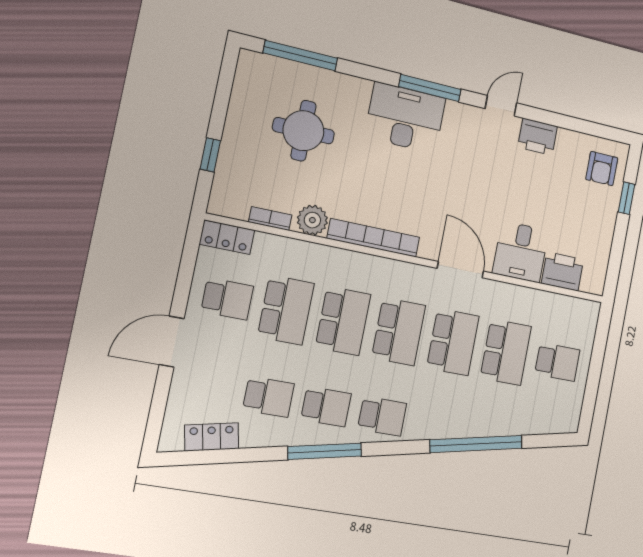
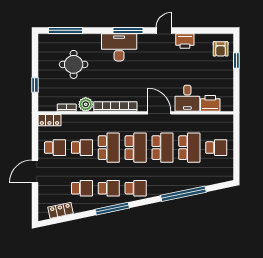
school desk: (286, 310) -> (82, 148), width x0.54

